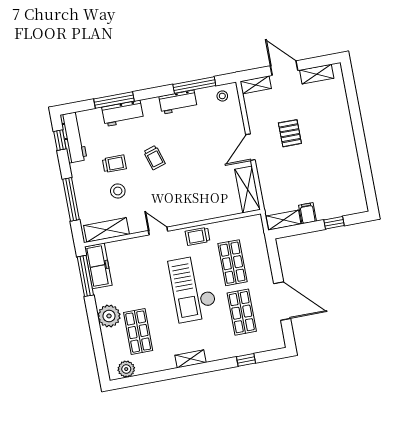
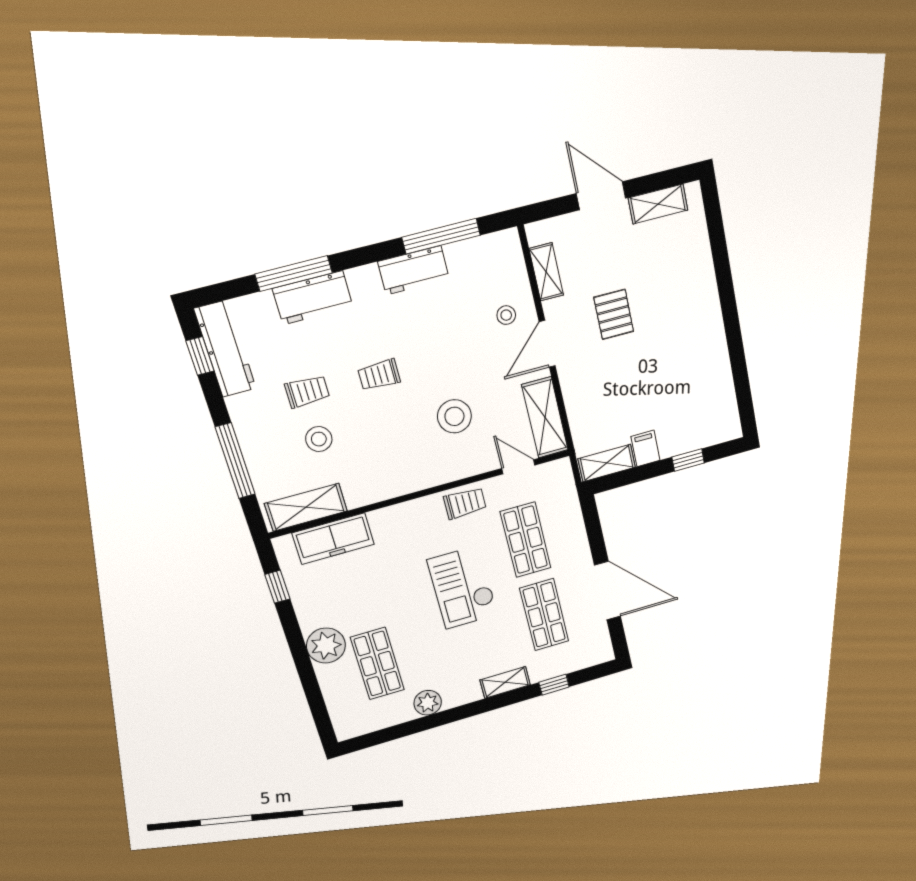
shelving: (256, 85) -> (546, 272), moved, turned 90
stool: (222, 96) -> (506, 315), moved
trolley: (154, 158) -> (379, 375), turned 107
stool: (195, 184) -> (454, 416), added
door: (158, 231) -> (518, 467), moved
trolley: (198, 236) -> (465, 503), turned 180
freezer: (98, 266) -> (333, 539), moved, turned 90
window: (85, 276) -> (277, 587), width x0.46
checkout: (193, 289) -> (463, 587), width x0.73, depth x0.83
shelving: (191, 359) -> (505, 682), moved
plant: (126, 369) -> (428, 703), moved

